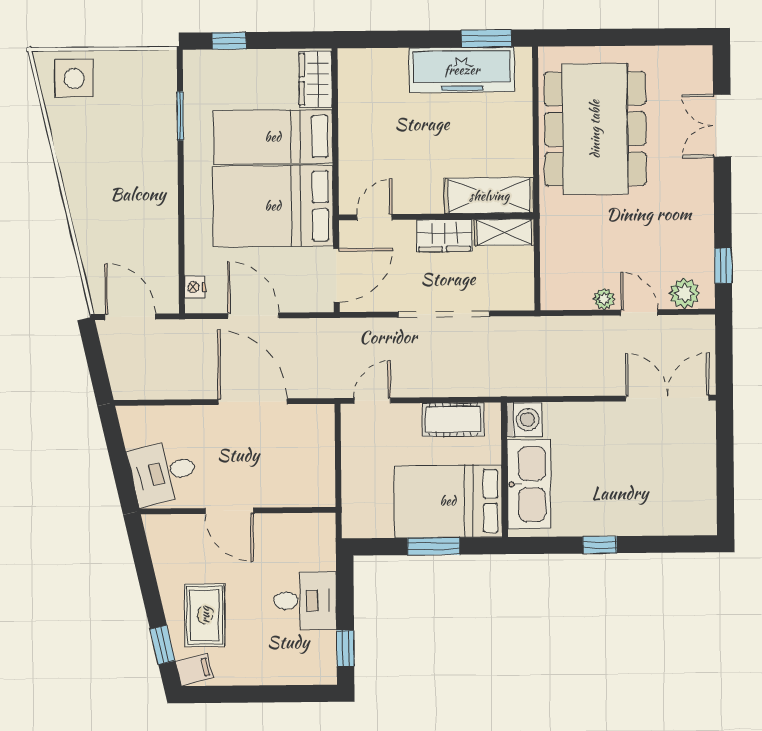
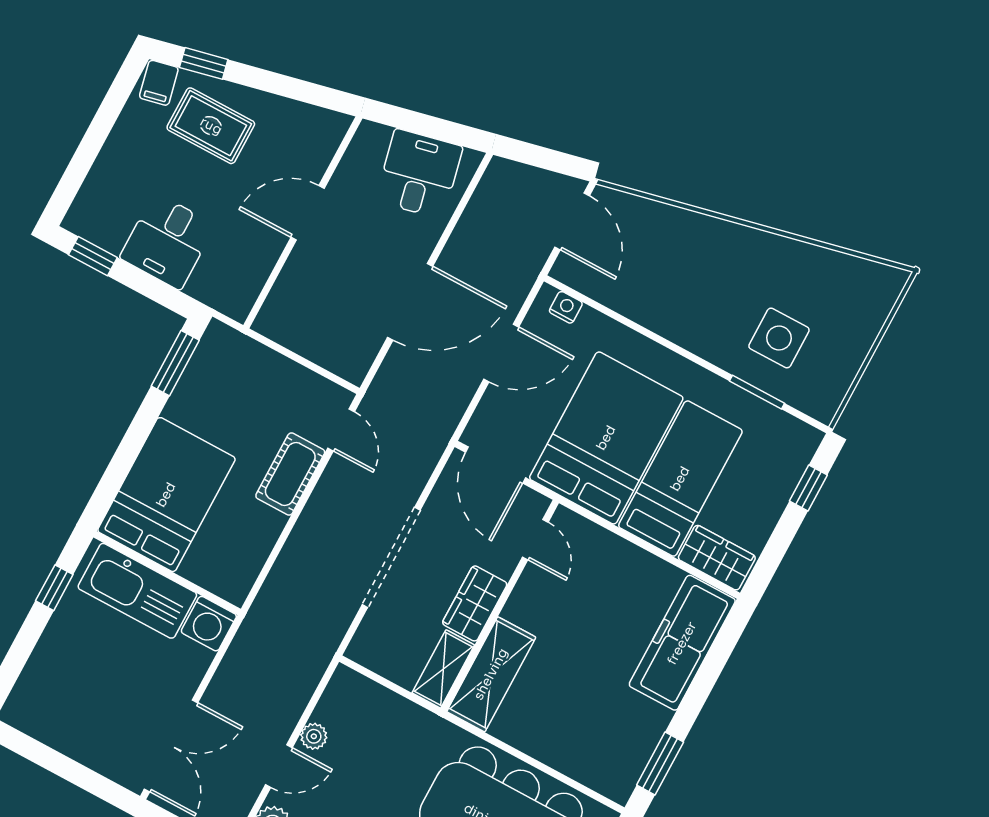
freezer: (462, 70) -> (682, 643), moved
side table: (74, 78) -> (779, 338), moved
door: (130, 317) -> (572, 221), hinge flipped
cot: (453, 420) -> (290, 474), moved
washing machine: (524, 420) -> (209, 624), moved
wall: (504, 470) -> (167, 573), moved
desk: (163, 473) -> (419, 174), moved
kitchen sink: (529, 484) -> (137, 591), moved
bed: (448, 501) -> (166, 495), moved
window: (434, 546) -> (175, 363), moved

